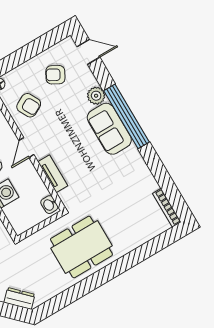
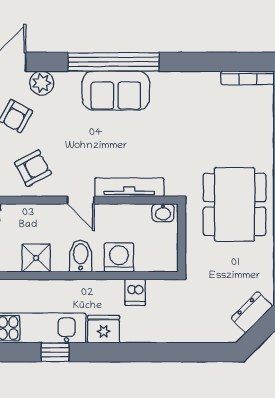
plant: (96, 96) -> (42, 83), moved
tv unit: (53, 174) -> (129, 187), width x1.41

